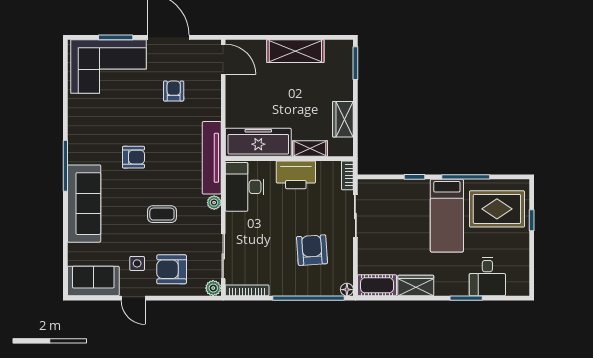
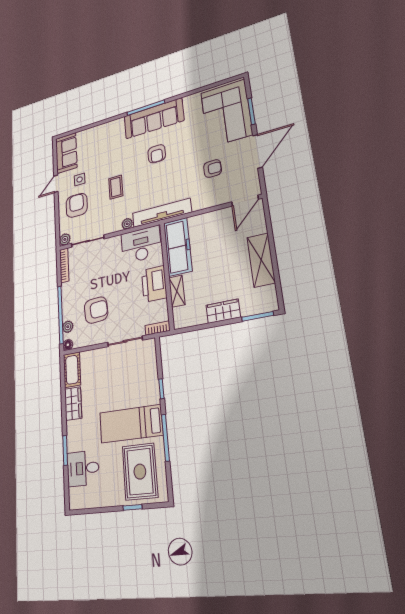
wardrobe: (343, 119) -> (223, 311), moved
sofa: (84, 204) -> (154, 118), moved
plant: (325, 289) -> (68, 327), added

